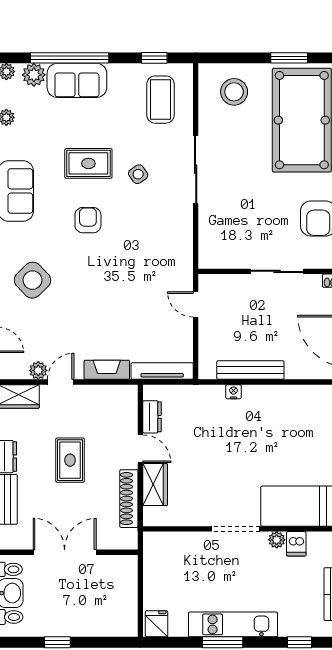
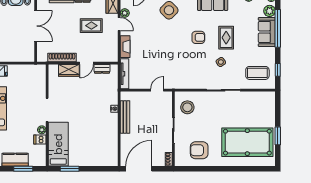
stool: (234, 92) -> (187, 107), moved
rug: (70, 460) -> (91, 26), moved

